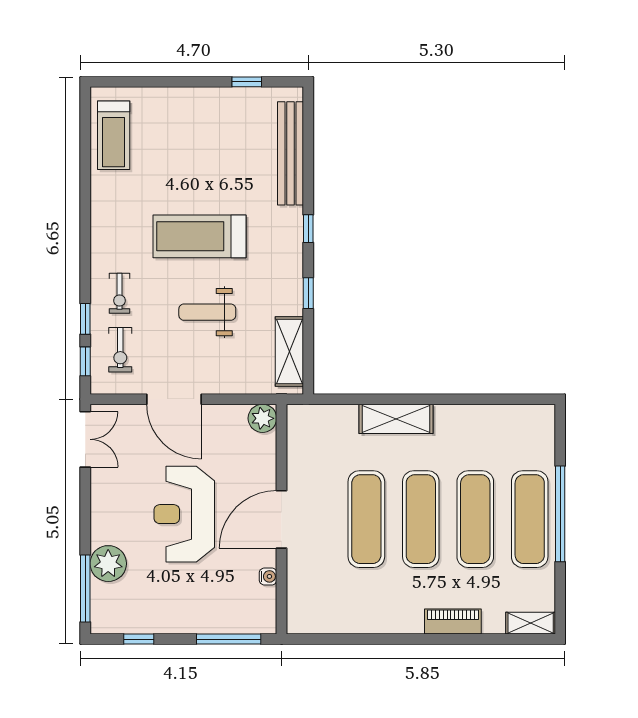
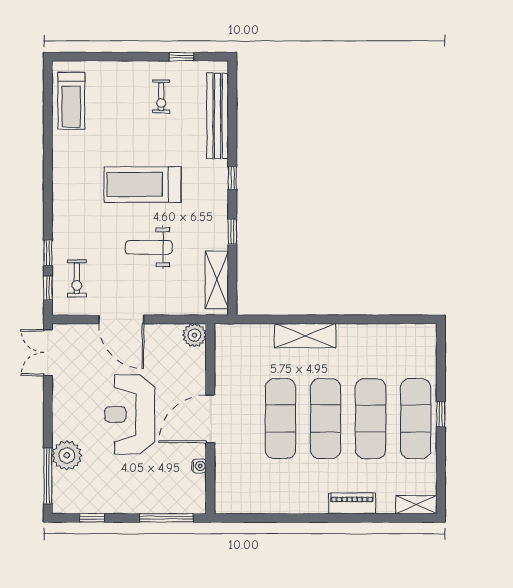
exercise bike: (120, 293) -> (161, 97), moved
double door: (85, 439) -> (48, 353), swing flipped
window: (560, 514) -> (441, 414), width x0.32

